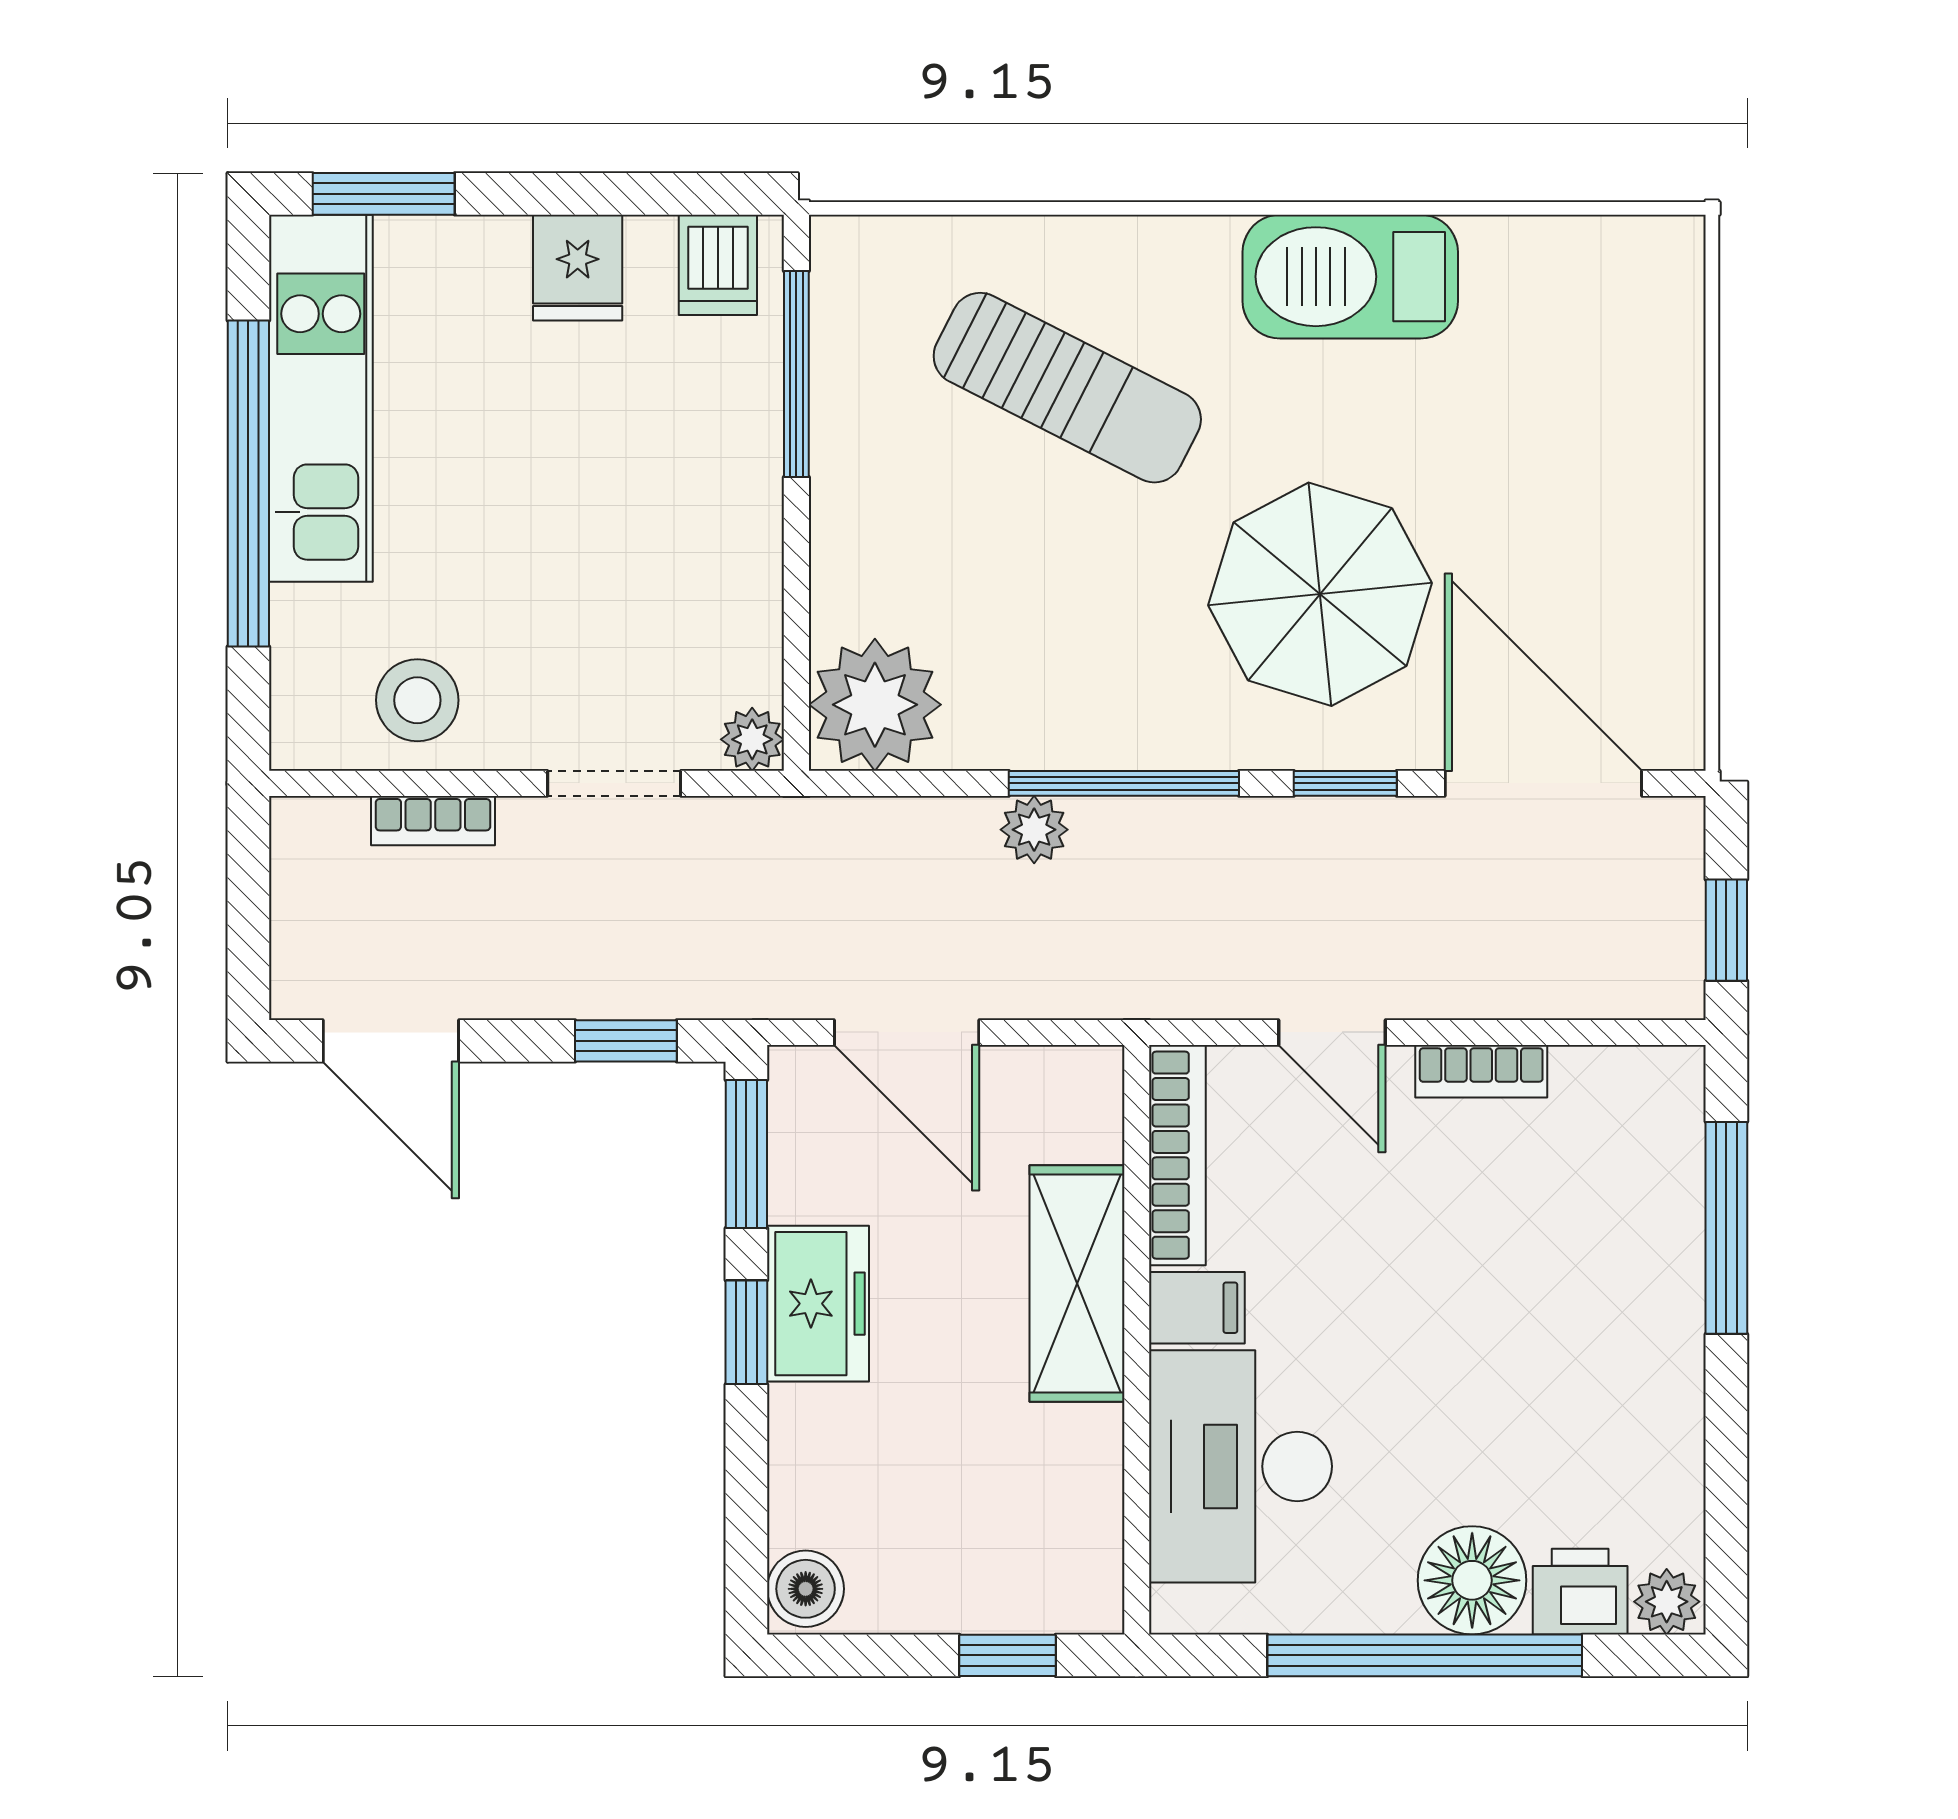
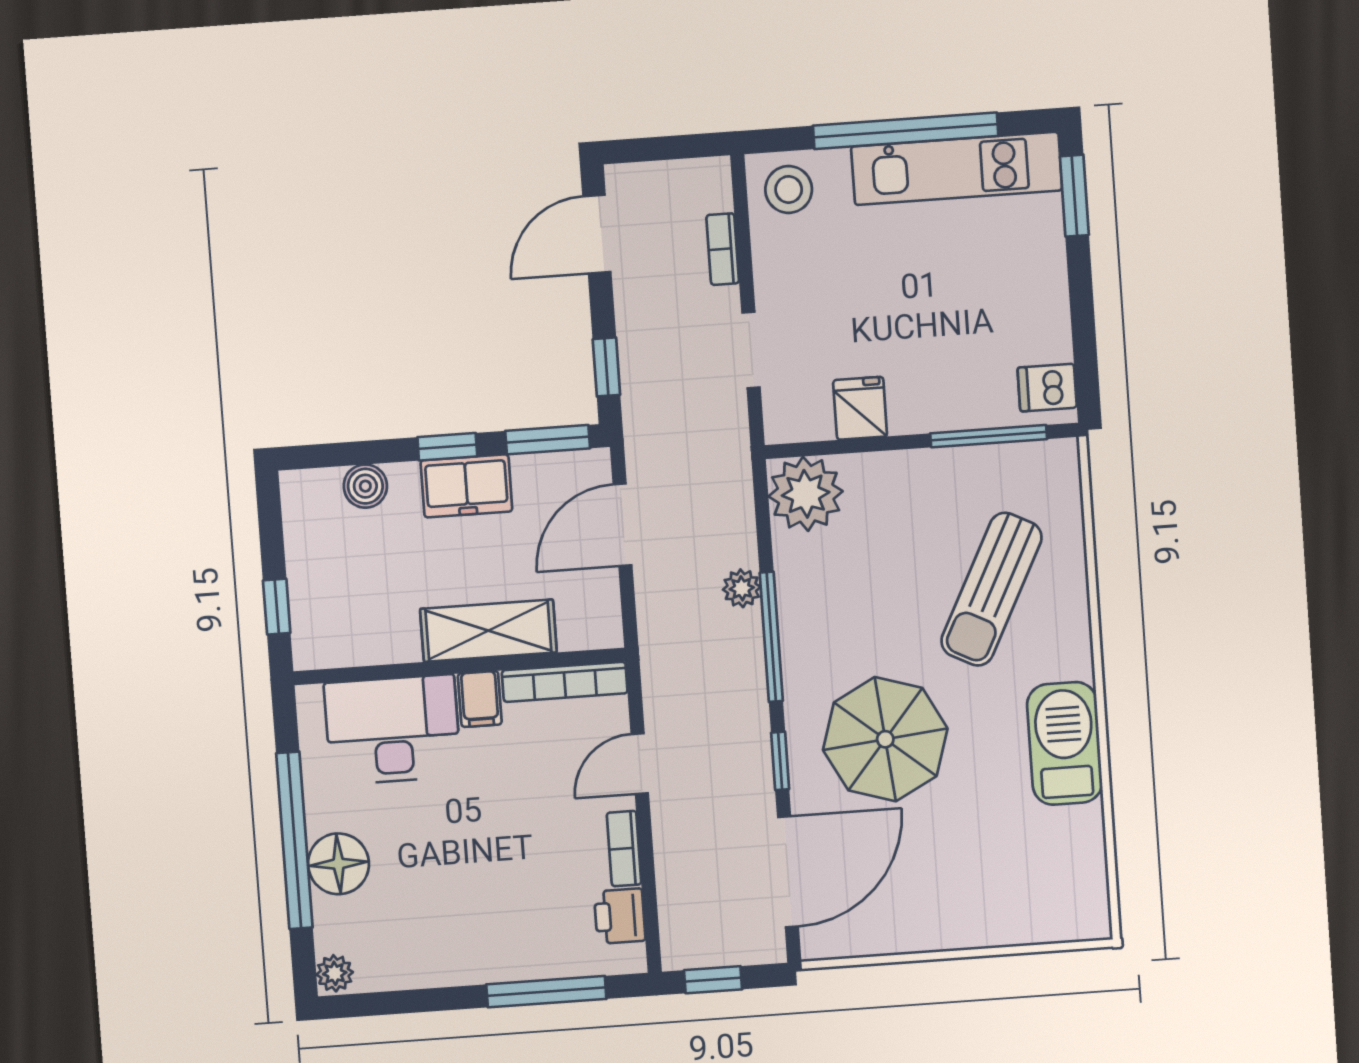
fridge: (578, 268) -> (860, 408), moved, turned 90
stool: (417, 700) -> (789, 189), moved
plant: (752, 739) -> (781, 426), removed
boiler: (806, 1589) -> (365, 486), moved
printer: (1580, 1592) -> (620, 916), moved, turned 180

